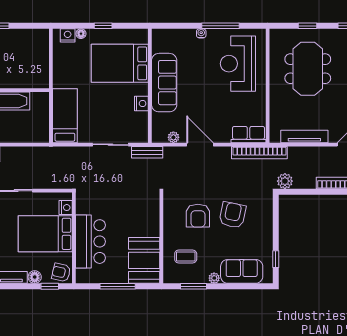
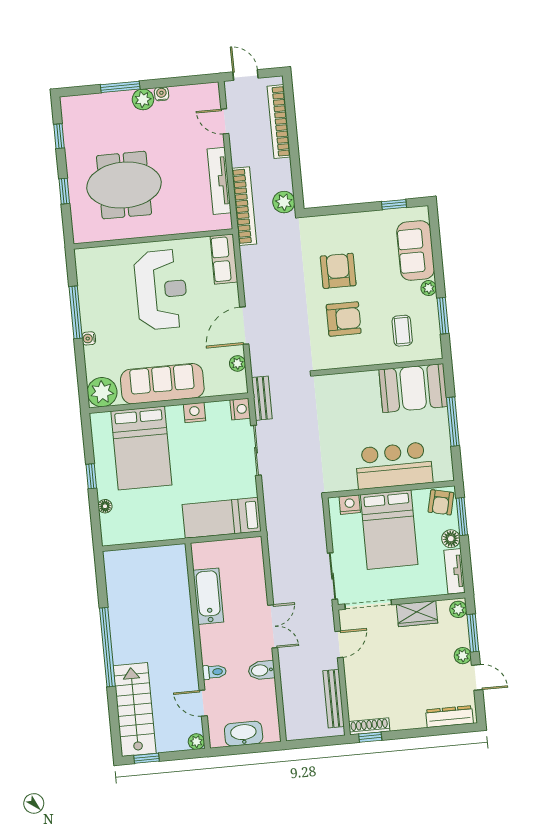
nightstand: (68, 35) -> (240, 409), moved, turned 180
plant: (162, 39) -> (102, 392), added
reception desk: (238, 64) -> (161, 290), moved, turned -90
bookcase: (259, 153) -> (244, 206), moved
armchair: (232, 215) -> (338, 271), turned 78
window: (50, 286) -> (462, 517), width x1.50

